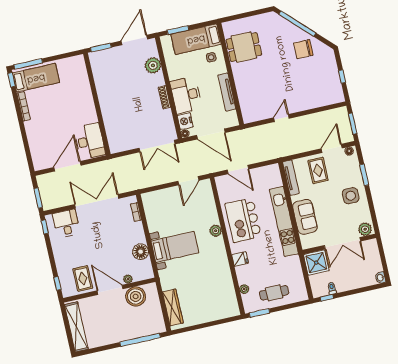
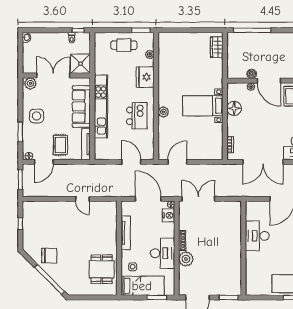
dining table: (244, 47) -> (102, 269), turned 90
plant: (153, 65) -> (186, 259), moved
desk: (186, 95) -> (162, 253), moved
door: (281, 118) -> (82, 199), hinge flipped
desk: (90, 141) -> (257, 236), moved
sofa: (305, 217) -> (81, 106), width x1.36
kitchen island: (243, 220) -> (137, 116), width x0.73, depth x0.78
fridge: (240, 259) -> (145, 77), width x1.88, depth x1.34
boiler: (136, 296) -> (252, 74), width x0.54, depth x0.54
wardrobe: (173, 307) -> (217, 47), width x0.67

